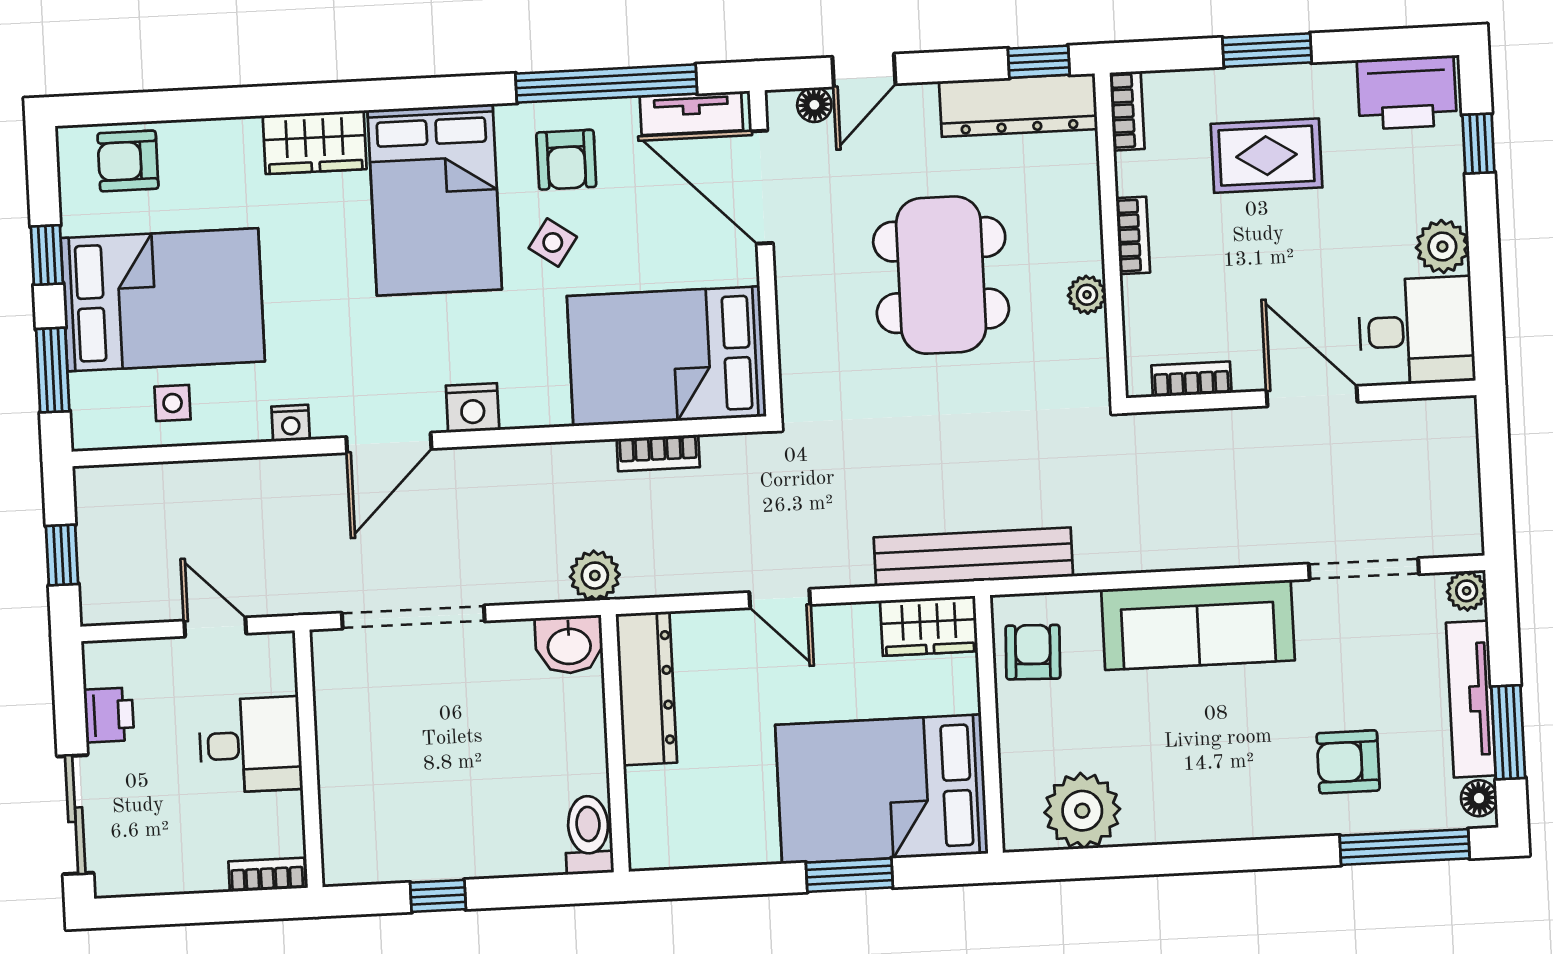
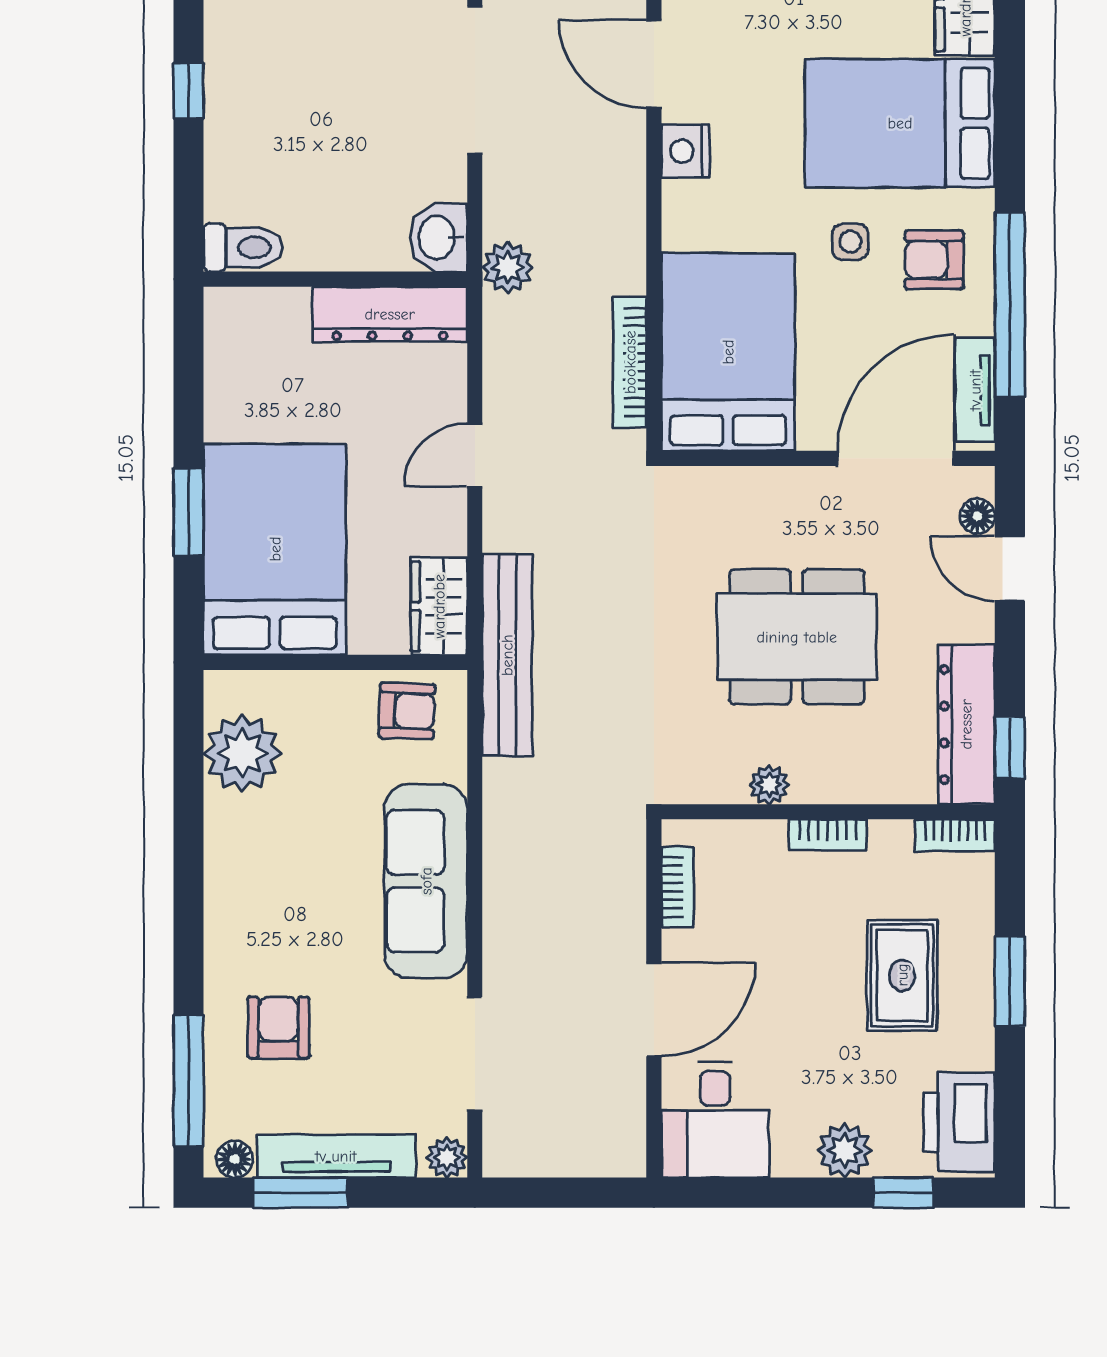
side table: (553, 242) -> (850, 242), turned -35
plant: (1442, 247) -> (845, 1150), moved
bookcase: (658, 453) -> (630, 362), width x1.56

